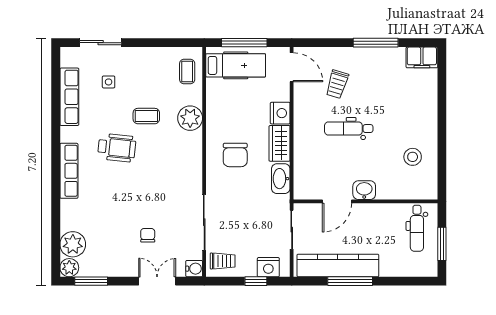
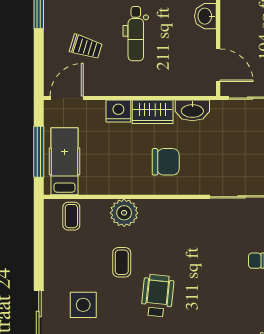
coffee table: (187, 71) -> (71, 216), turned 90
side table: (109, 82) -> (83, 305), width x1.87, depth x1.87
door: (337, 201) -> (218, 65), moved

